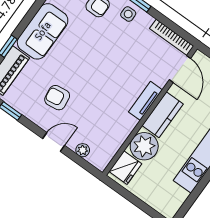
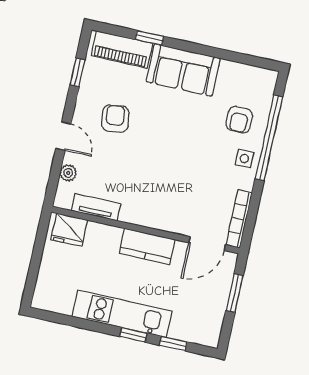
tv unit: (145, 101) -> (96, 207), moved
plant: (144, 146) -> (102, 241), removed

